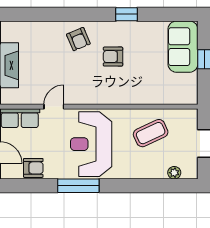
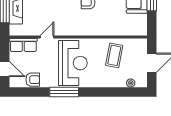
coffee table: (151, 133) -> (114, 55), turned -54
reception desk: (91, 144) -> (73, 63), turned 180

